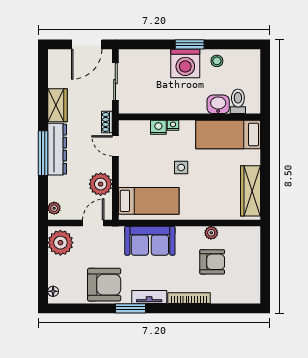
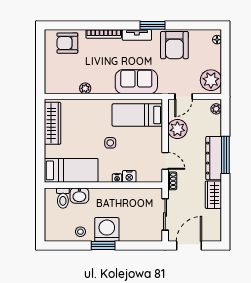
armchair: (212, 262) -> (67, 43), moved
armchair: (104, 285) -> (174, 45), turned -90

